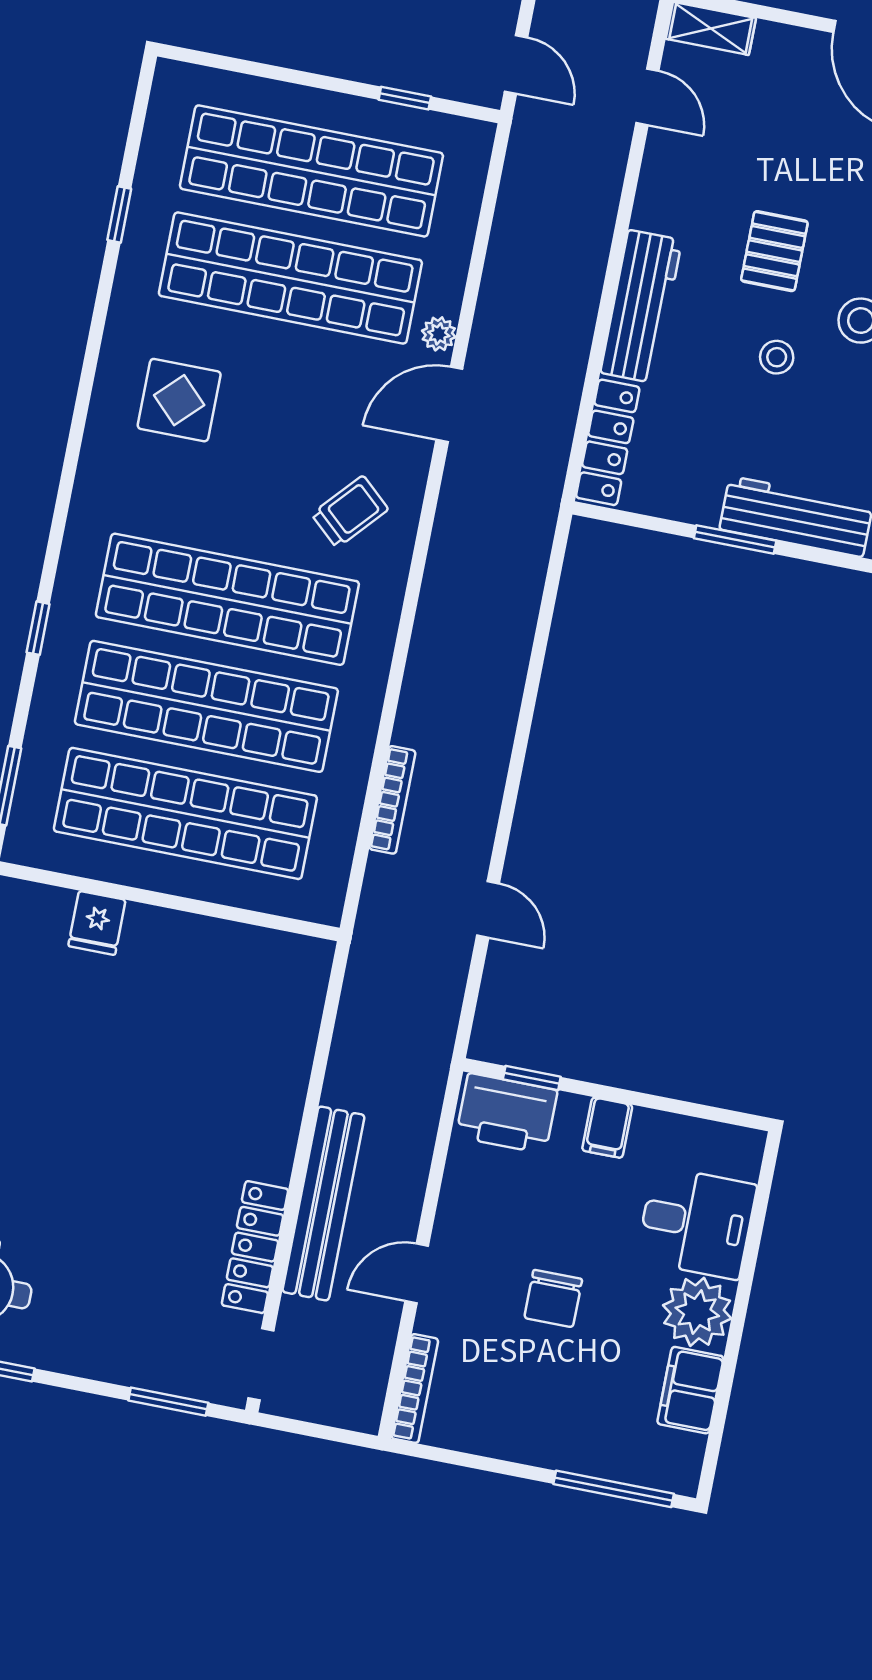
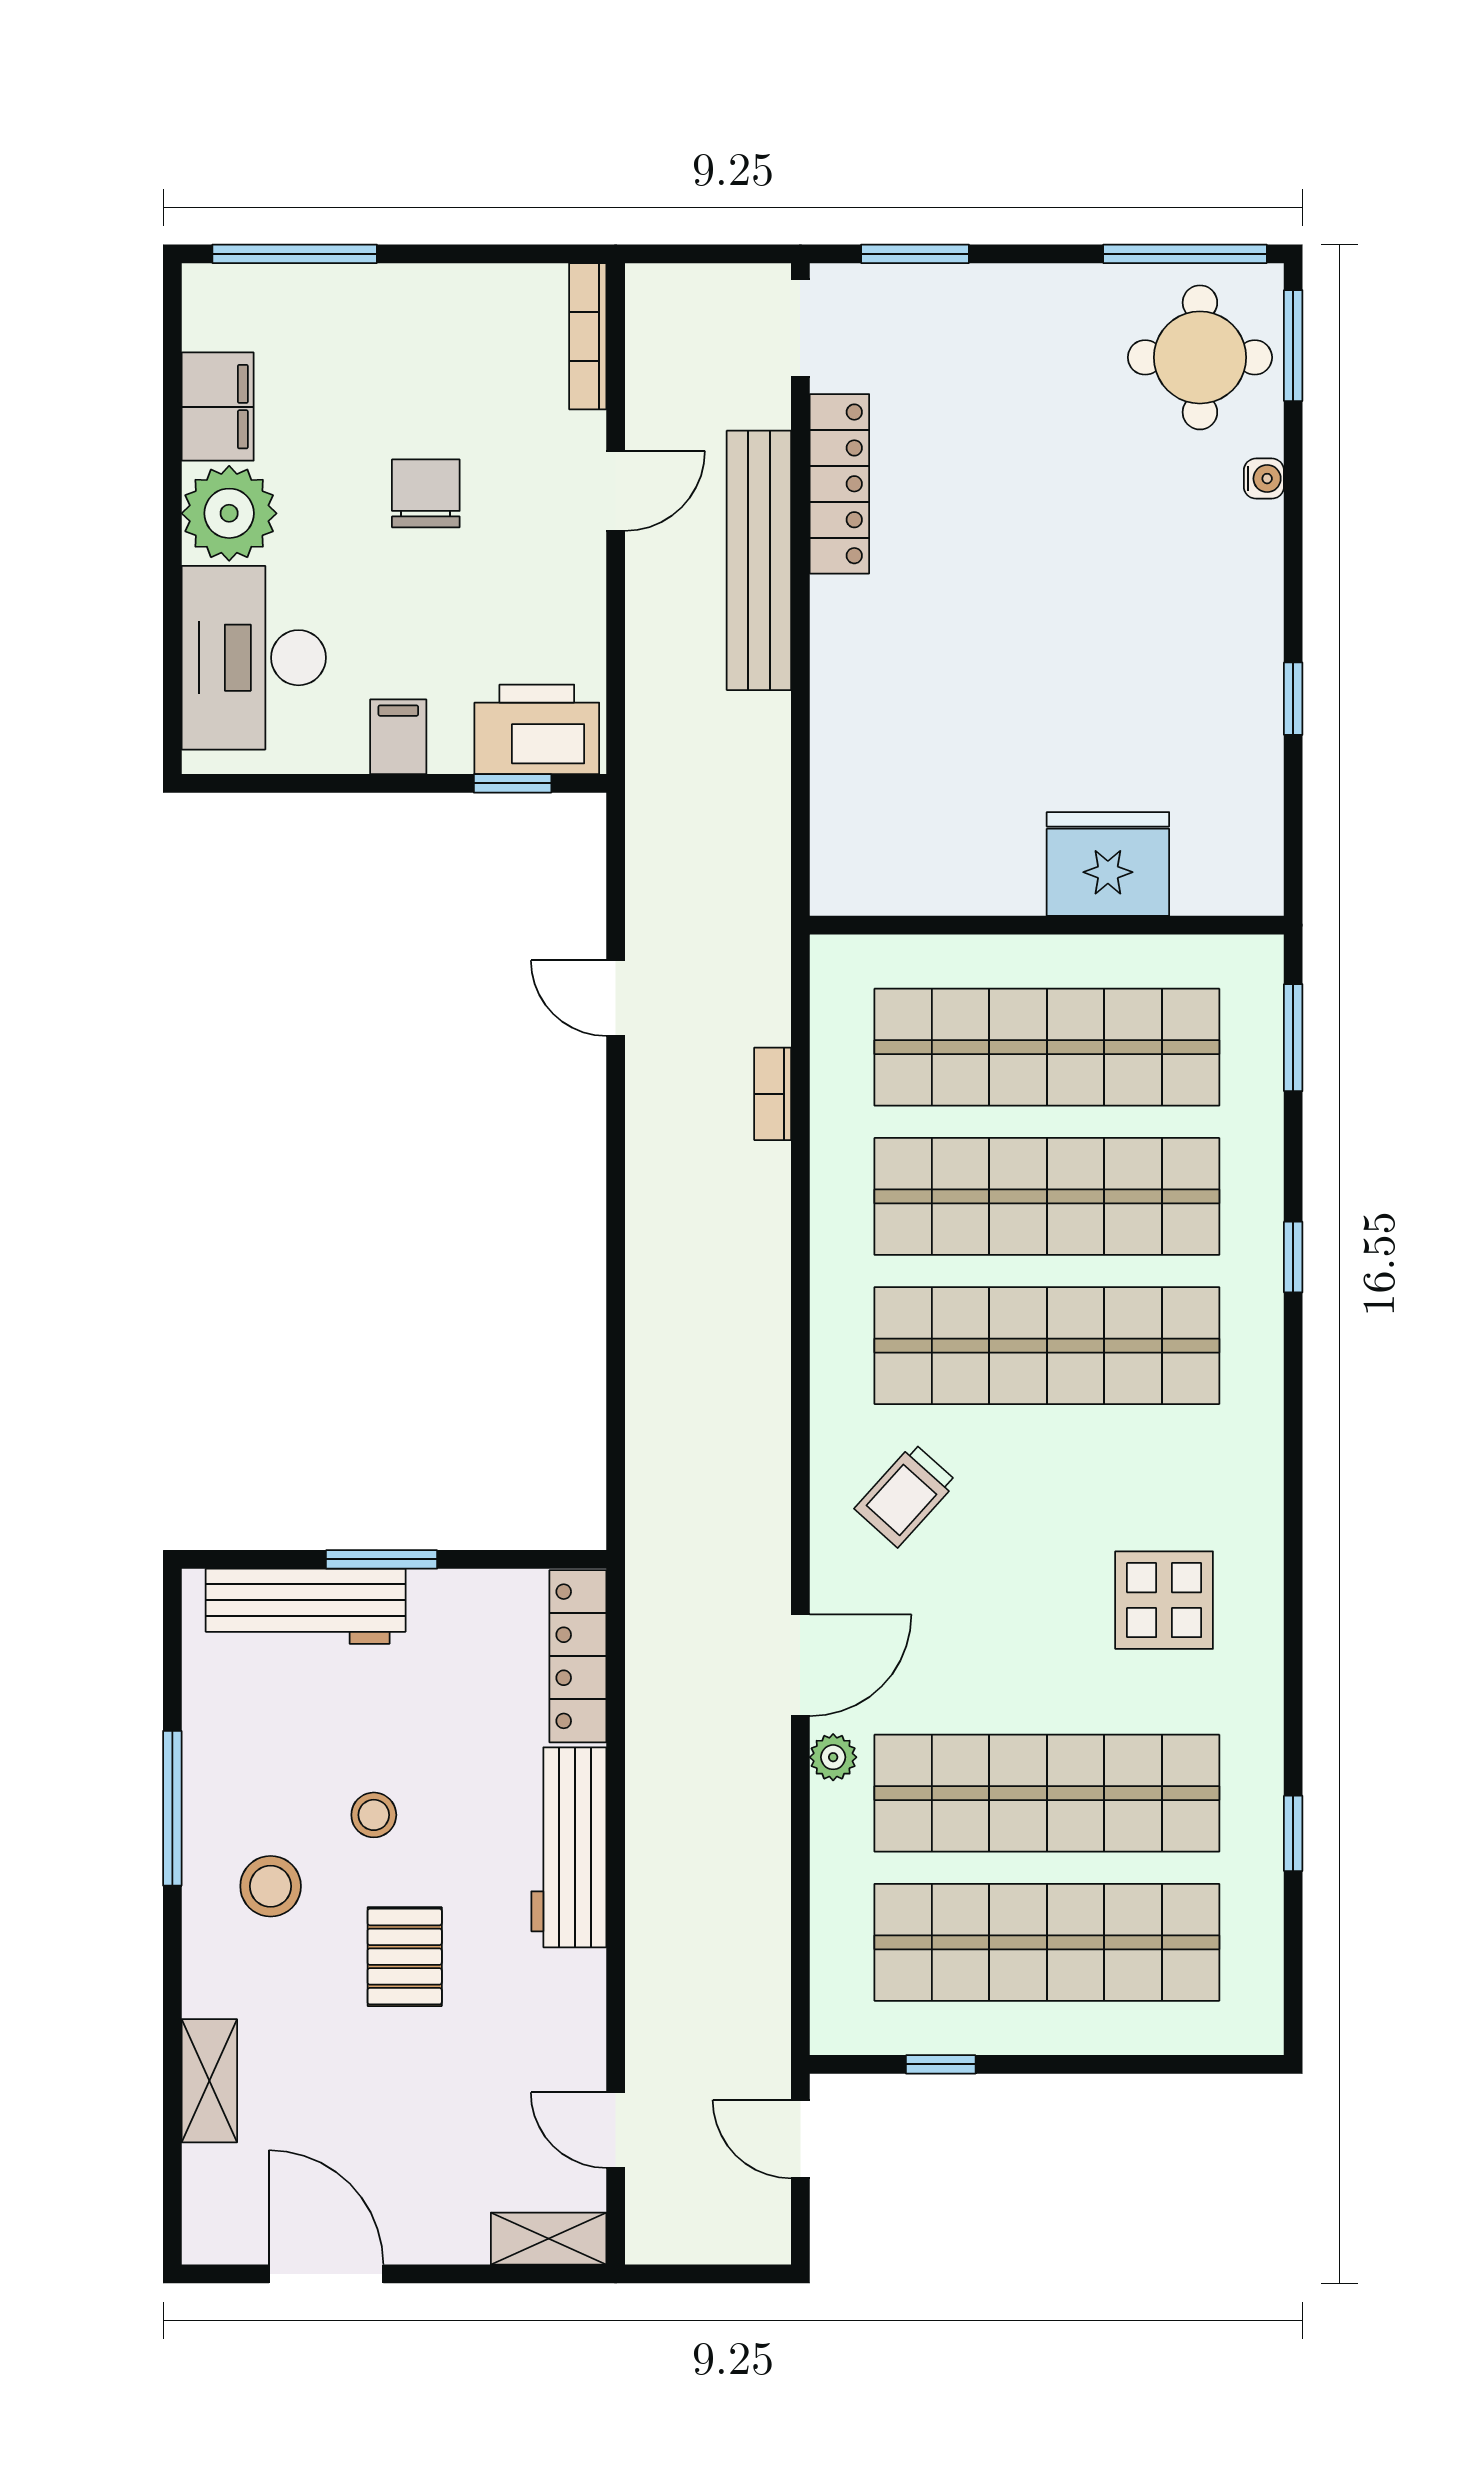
bookcase: (392, 800) -> (773, 1094), width x0.64
fridge: (97, 923) -> (1108, 864), width x1.88, depth x1.34
desk: (696, 1223) -> (254, 658), width x1.37

